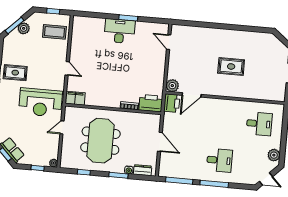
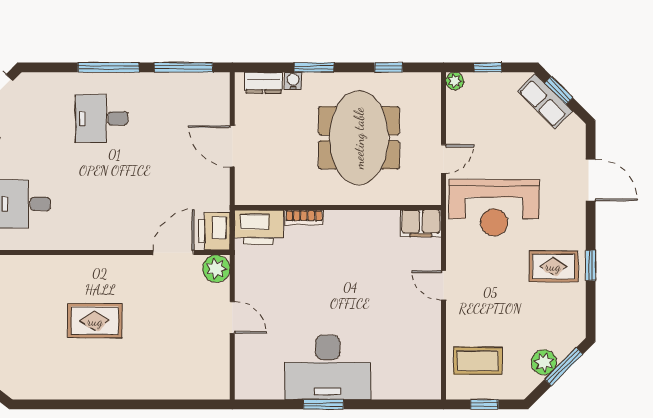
desk: (119, 31) -> (328, 367), width x1.36, depth x1.30
door: (169, 42) -> (232, 318), moved
reception desk: (40, 102) -> (494, 208), turned 180

